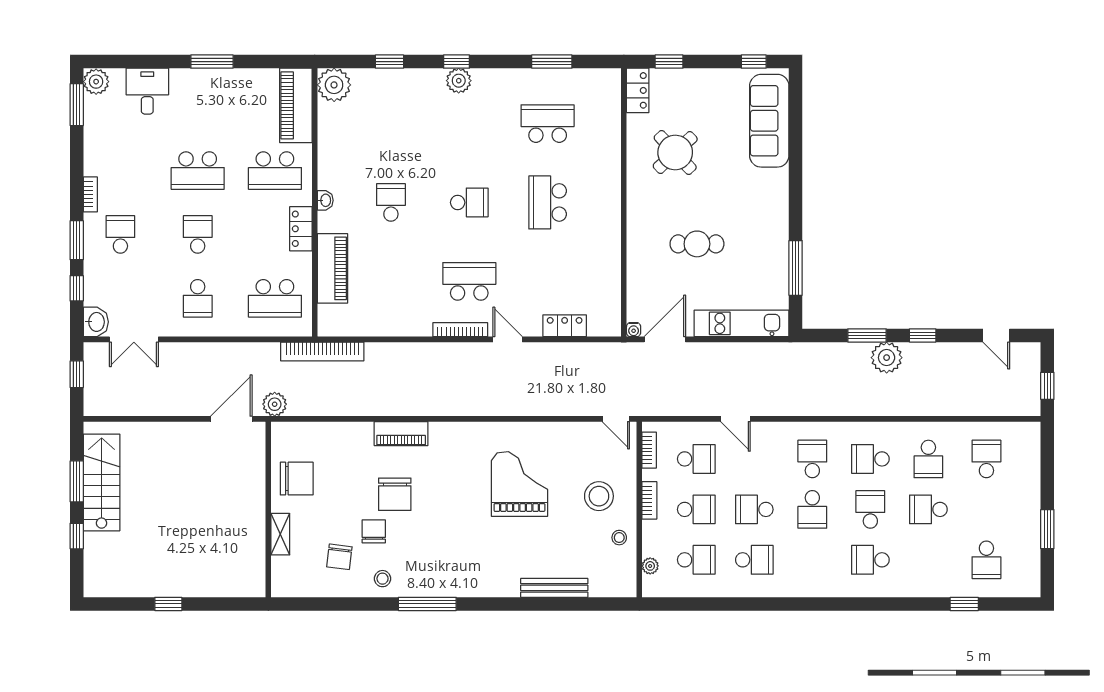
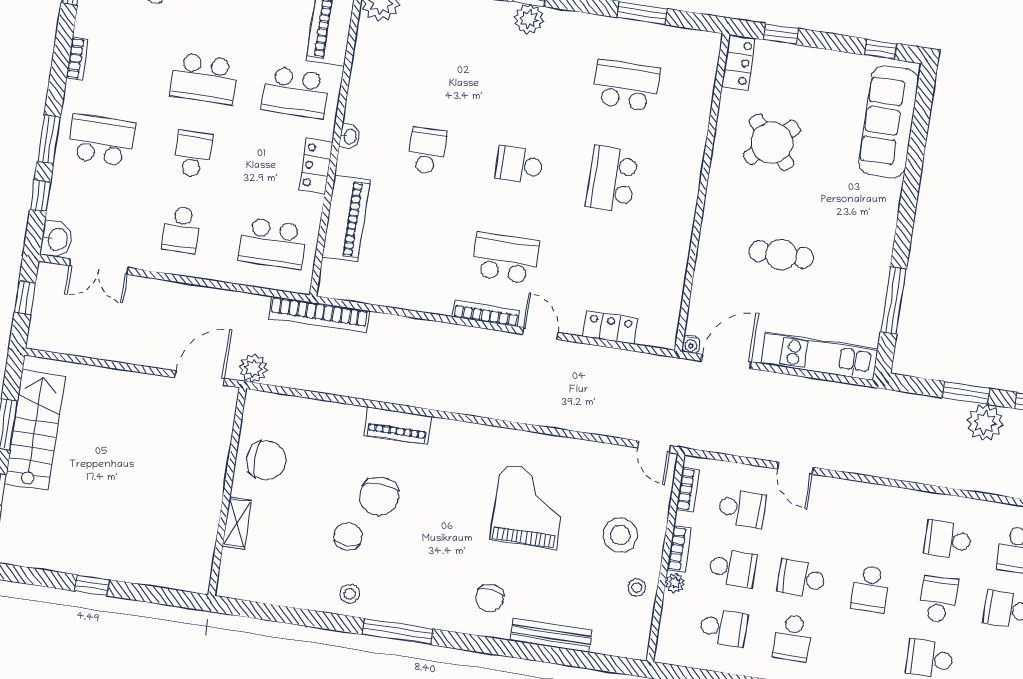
bookcase: (90, 194) -> (77, 59), moved
school desk: (469, 202) -> (519, 165), turned 180
school desk: (120, 234) -> (102, 140), width x1.85
school desk: (812, 459) -> (879, 529), removed
chair: (339, 557) -> (490, 598), moved
school desk: (754, 560) -> (792, 638), turned 90
plant: (650, 566) -> (675, 583), moved

